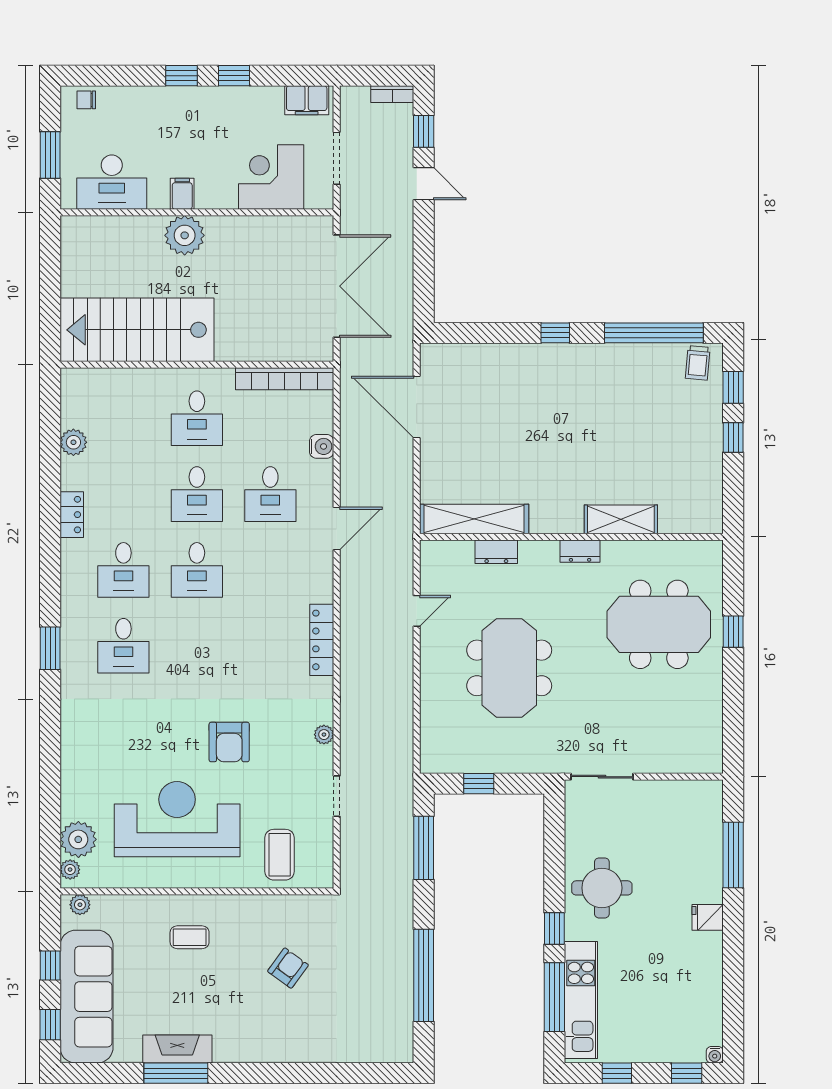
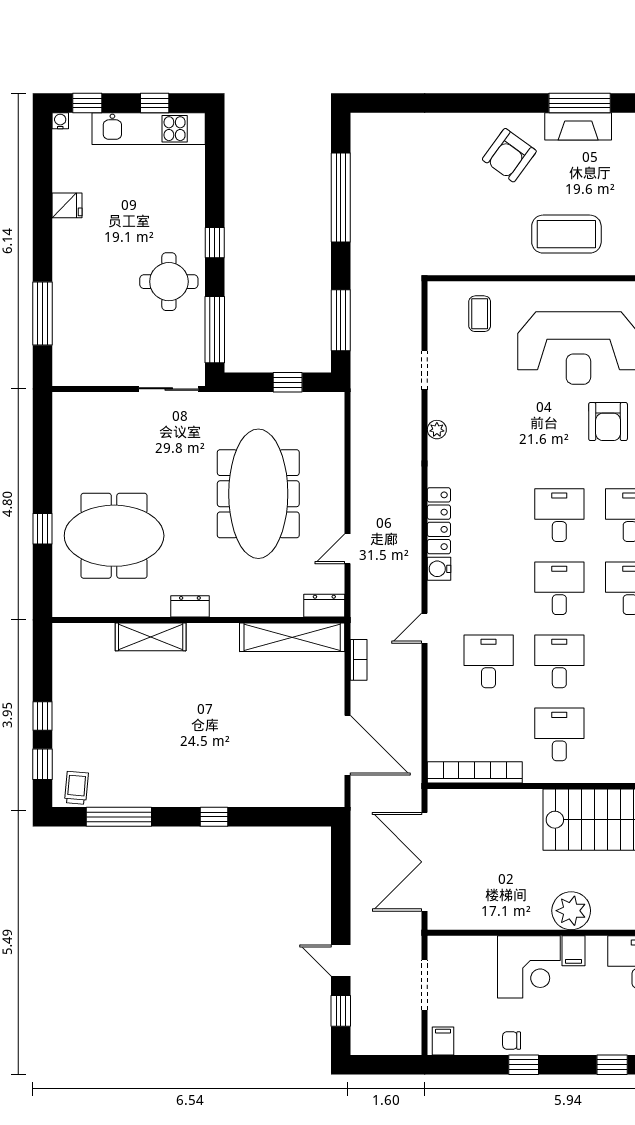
window: (181, 76) -> (612, 1065), moved
bookcase: (392, 94) -> (359, 660), moved, turned 90
filing cabinet: (307, 100) -> (443, 1041), width x0.50
chair: (246, 101) -> (512, 1041), added
corner desk: (271, 177) -> (529, 967), moved
window: (654, 333) -> (119, 817), width x0.68
water cooler: (322, 446) -> (439, 569), moved
door: (337, 528) -> (425, 628), width x0.73
dresser: (496, 552) -> (324, 606), moved
desk: (197, 646) -> (559, 515), added
meeting table: (509, 668) -> (258, 494), width x1.36
armchair: (229, 742) -> (608, 422), moved, turned 180
coffee table: (280, 855) -> (480, 314), width x0.73, depth x0.77
fridge: (708, 917) -> (67, 205), moved
coffee table: (190, 937) -> (566, 234), width x1.86, depth x1.72
armchair: (288, 968) -> (509, 155), moved, width x1.38, depth x1.38
window: (554, 997) -> (215, 330), moved
kitchen unit: (581, 1000) -> (149, 129), moved, turned -90

